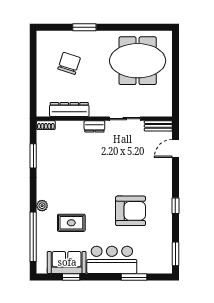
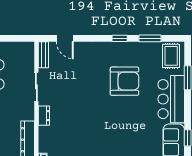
armchair: (131, 211) -> (124, 81), turned 90
rug: (71, 223) -> (171, 56), moved
window: (175, 254) -> (150, 38), moved

